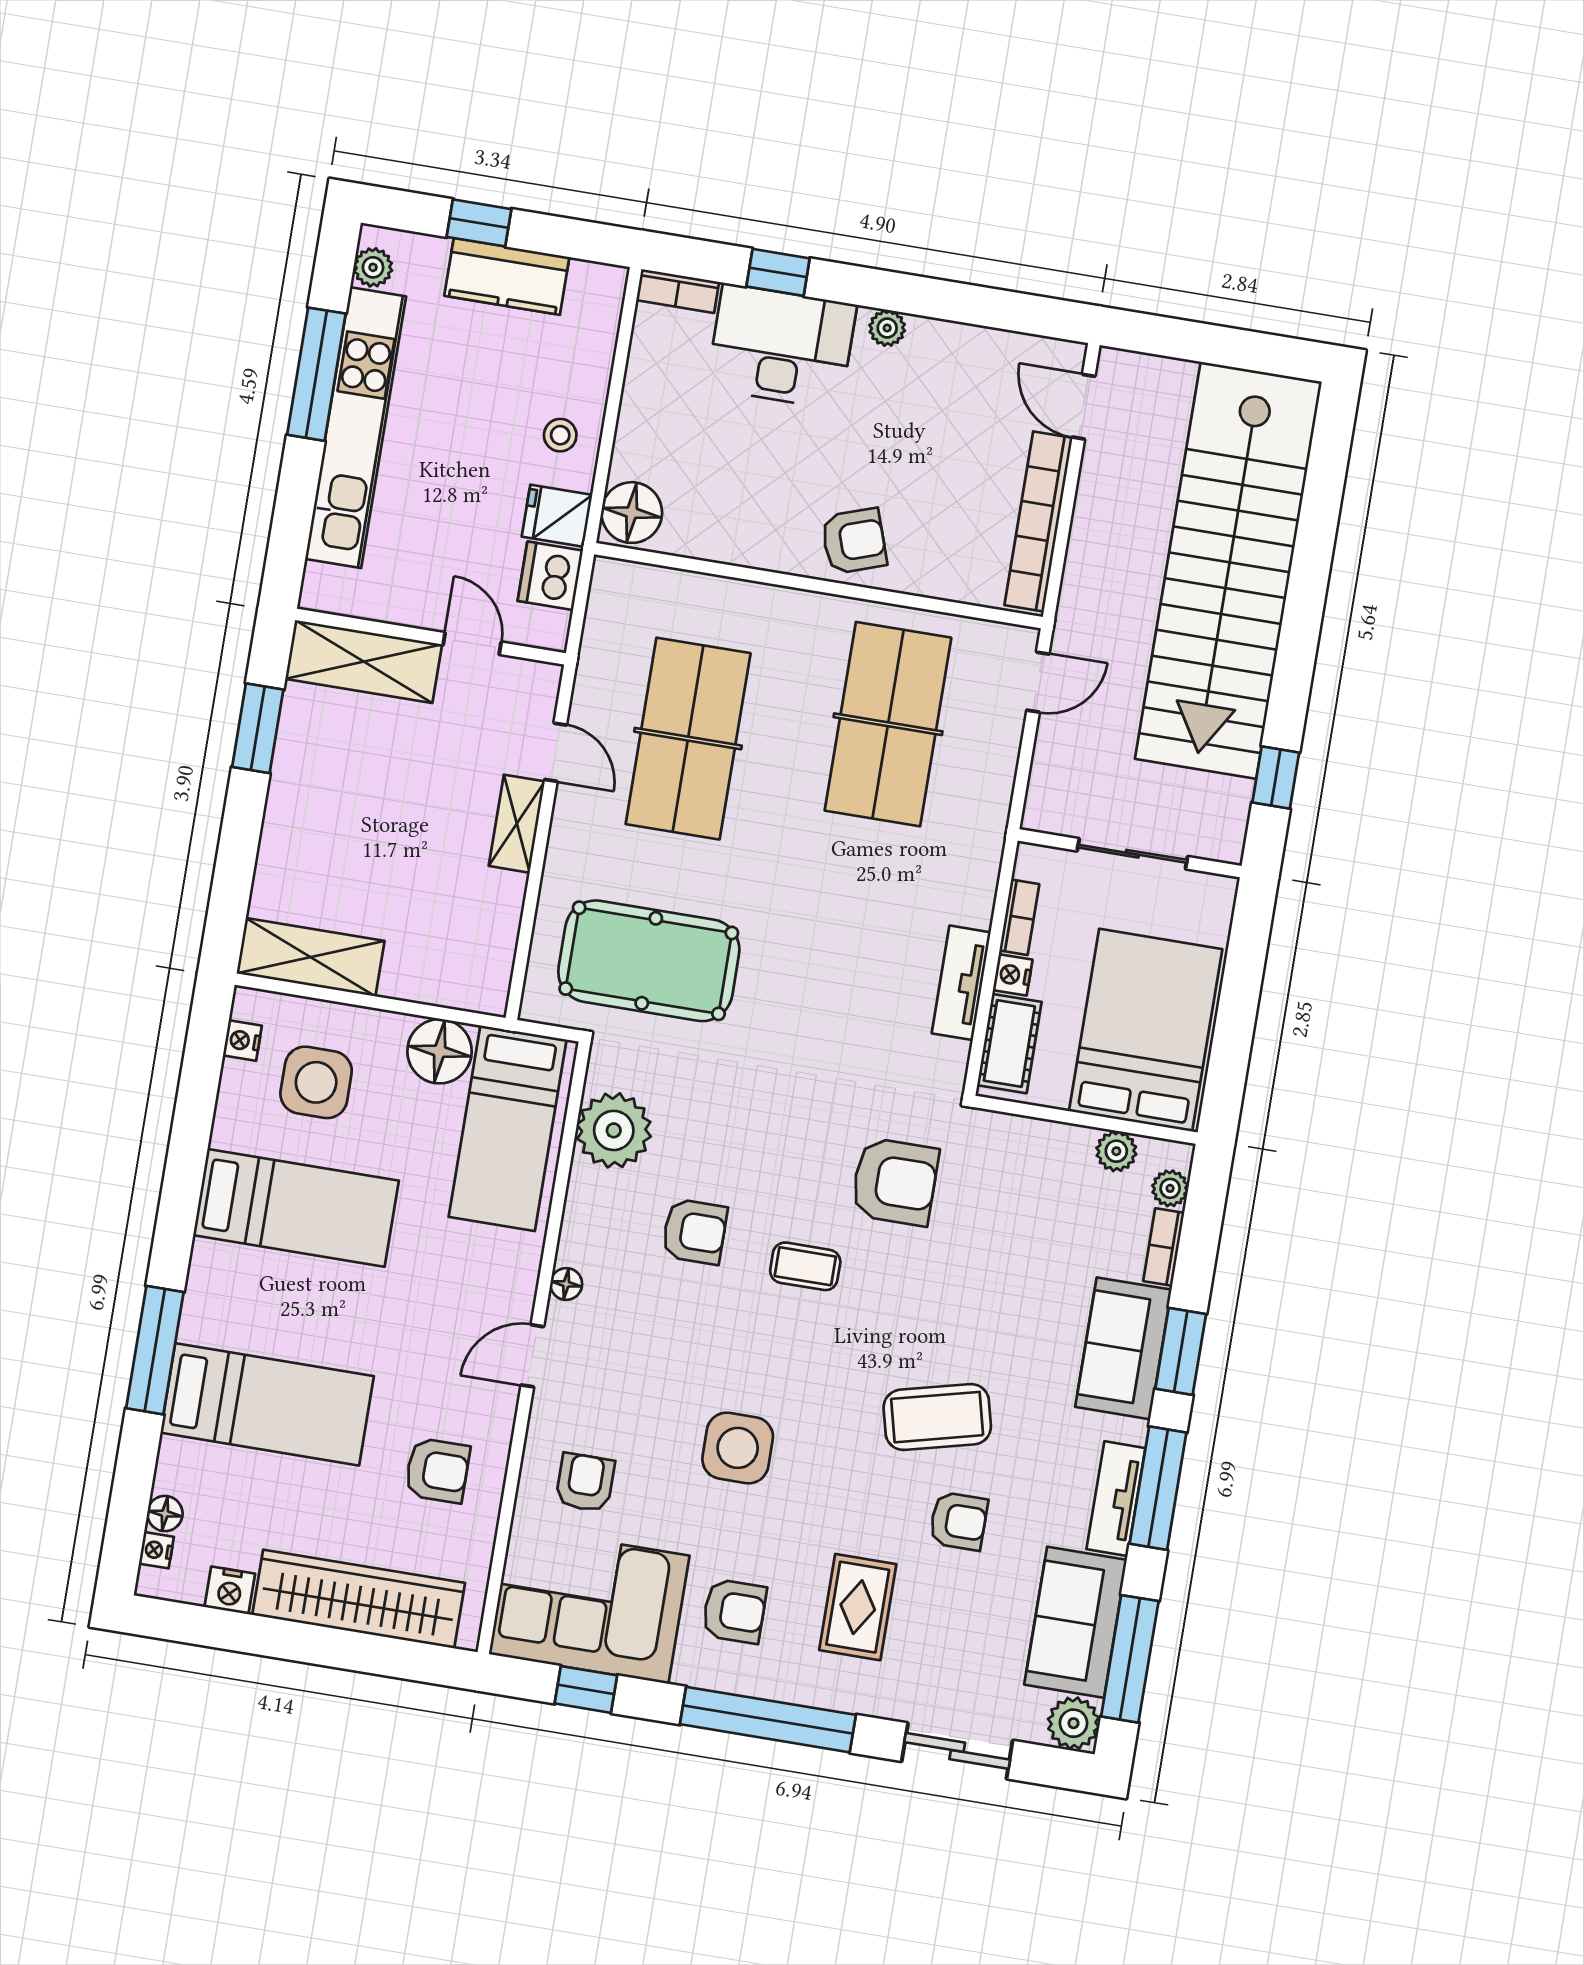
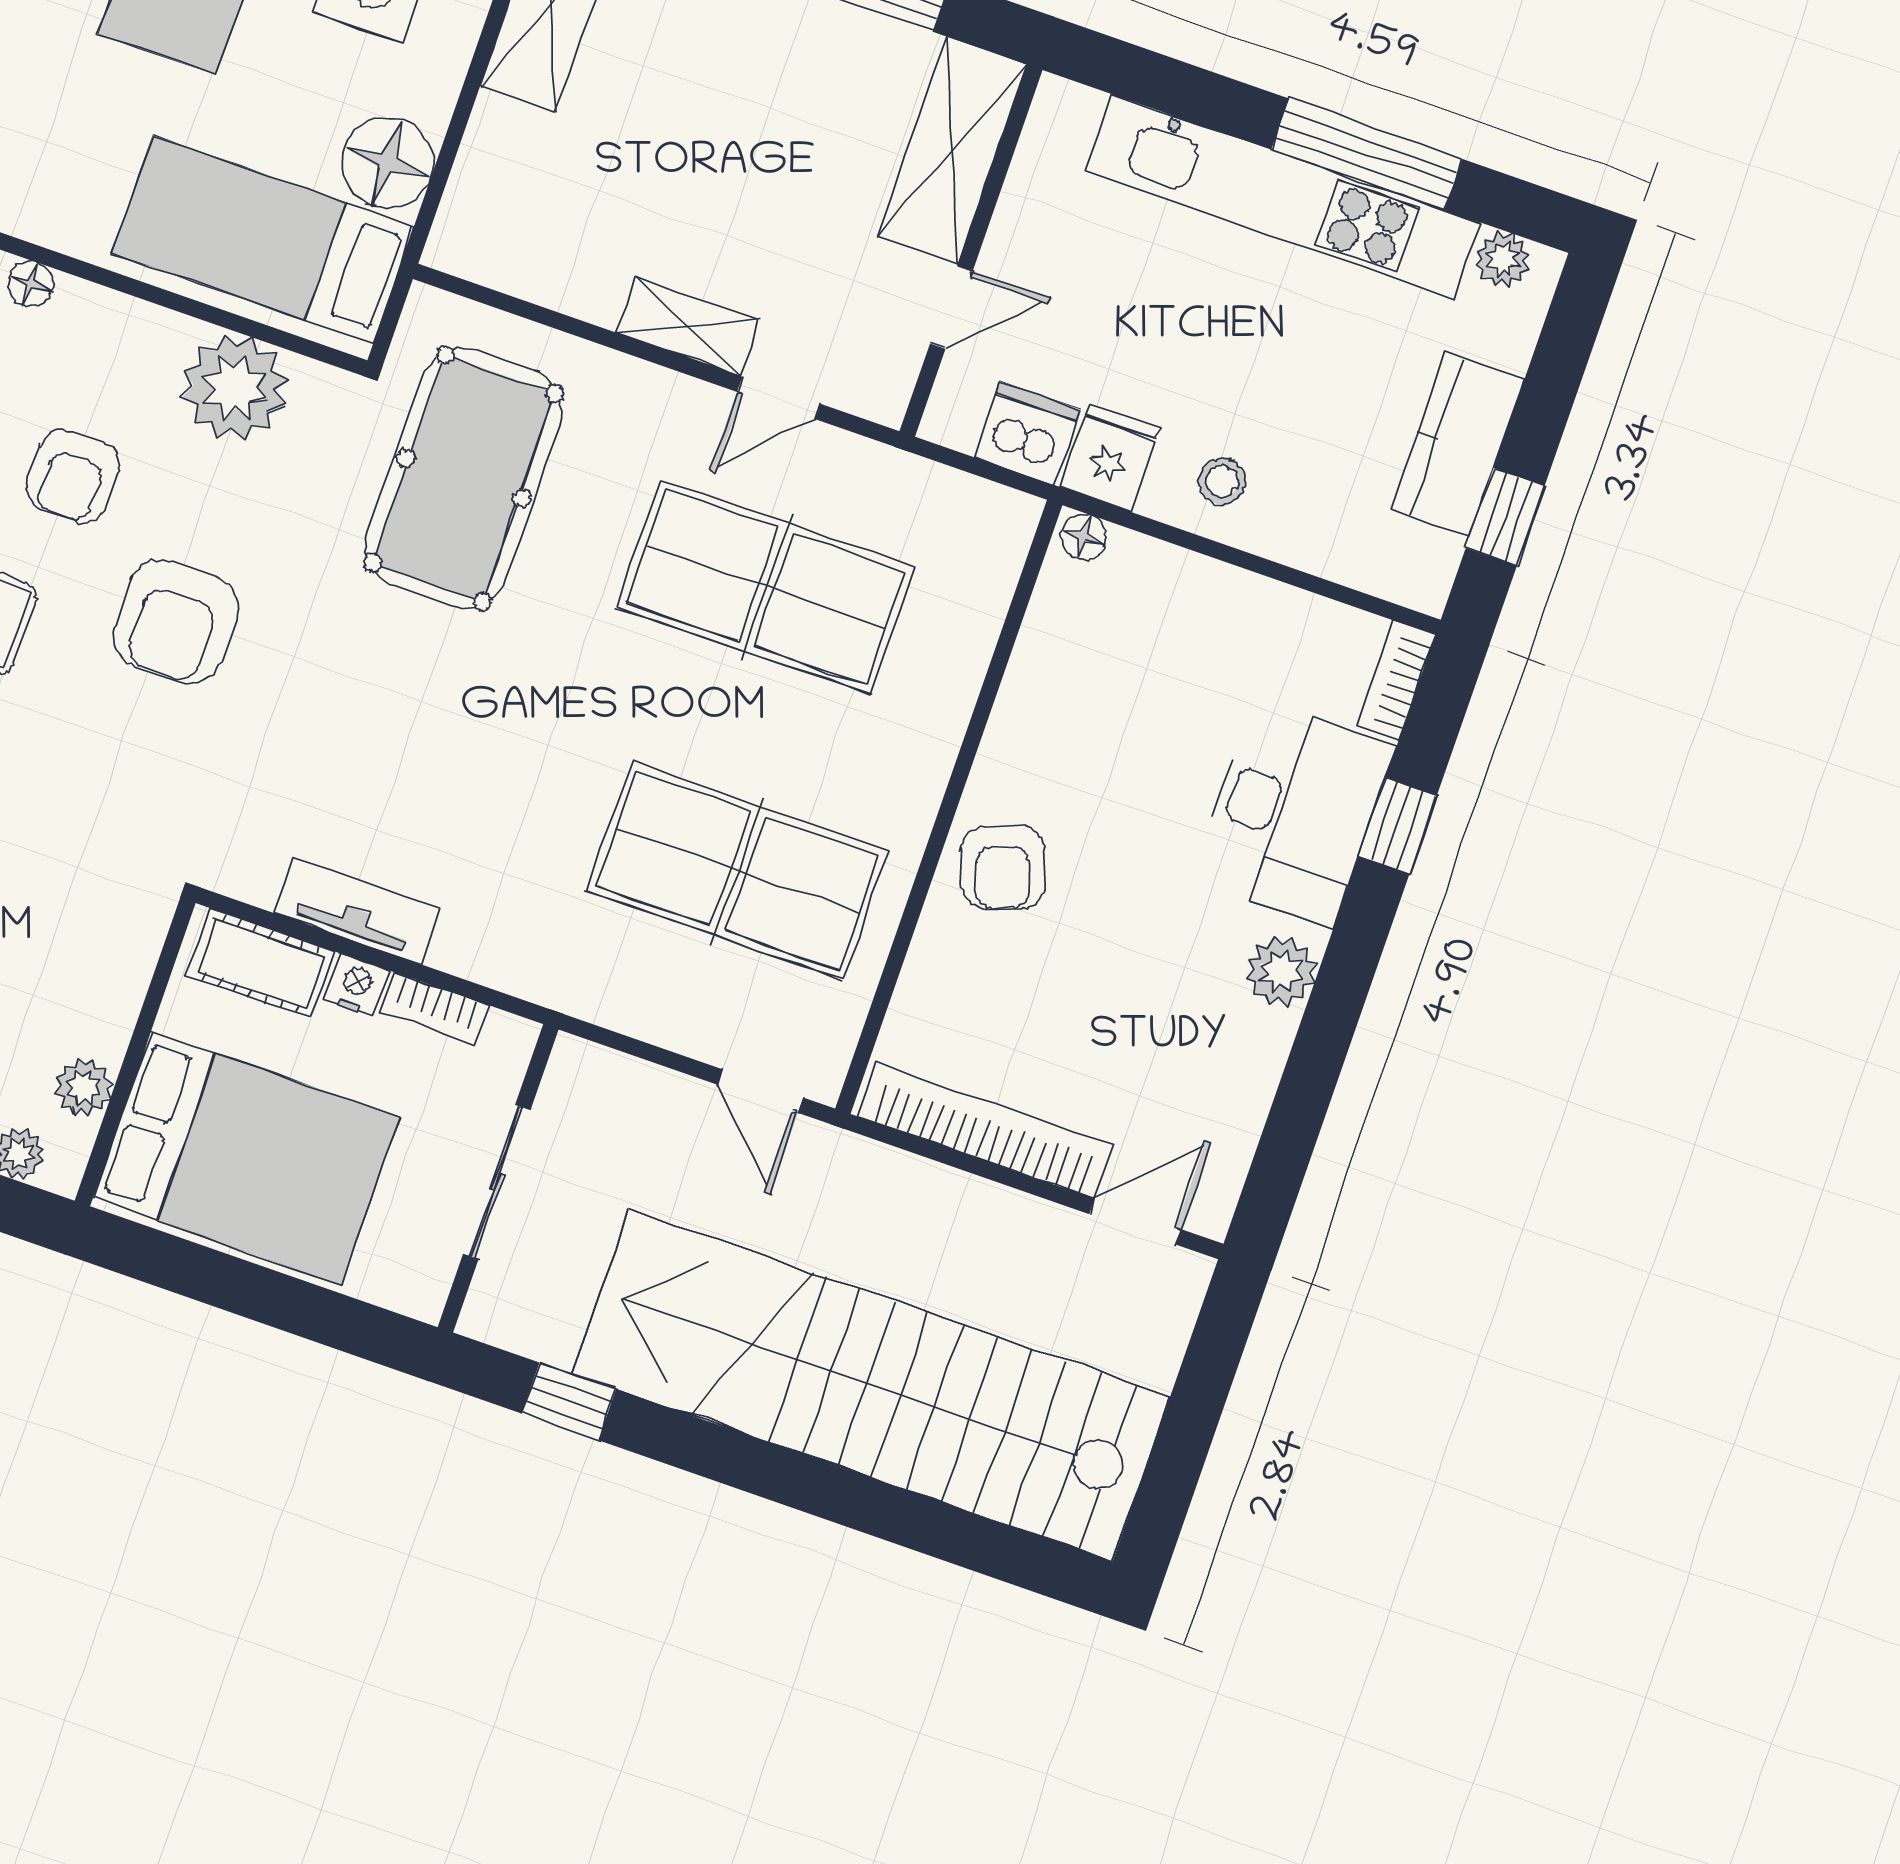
window: (479, 223) -> (1505, 517), moved
plant: (887, 328) -> (1281, 972), width x1.38, depth x1.38
floor lamp: (632, 513) -> (1084, 537), width x0.53, depth x0.53
armchair: (895, 1182) -> (176, 621), moved

